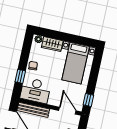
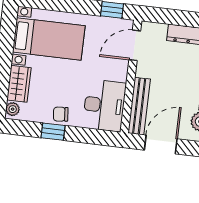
window: (20, 76) -> (53, 132), moved

